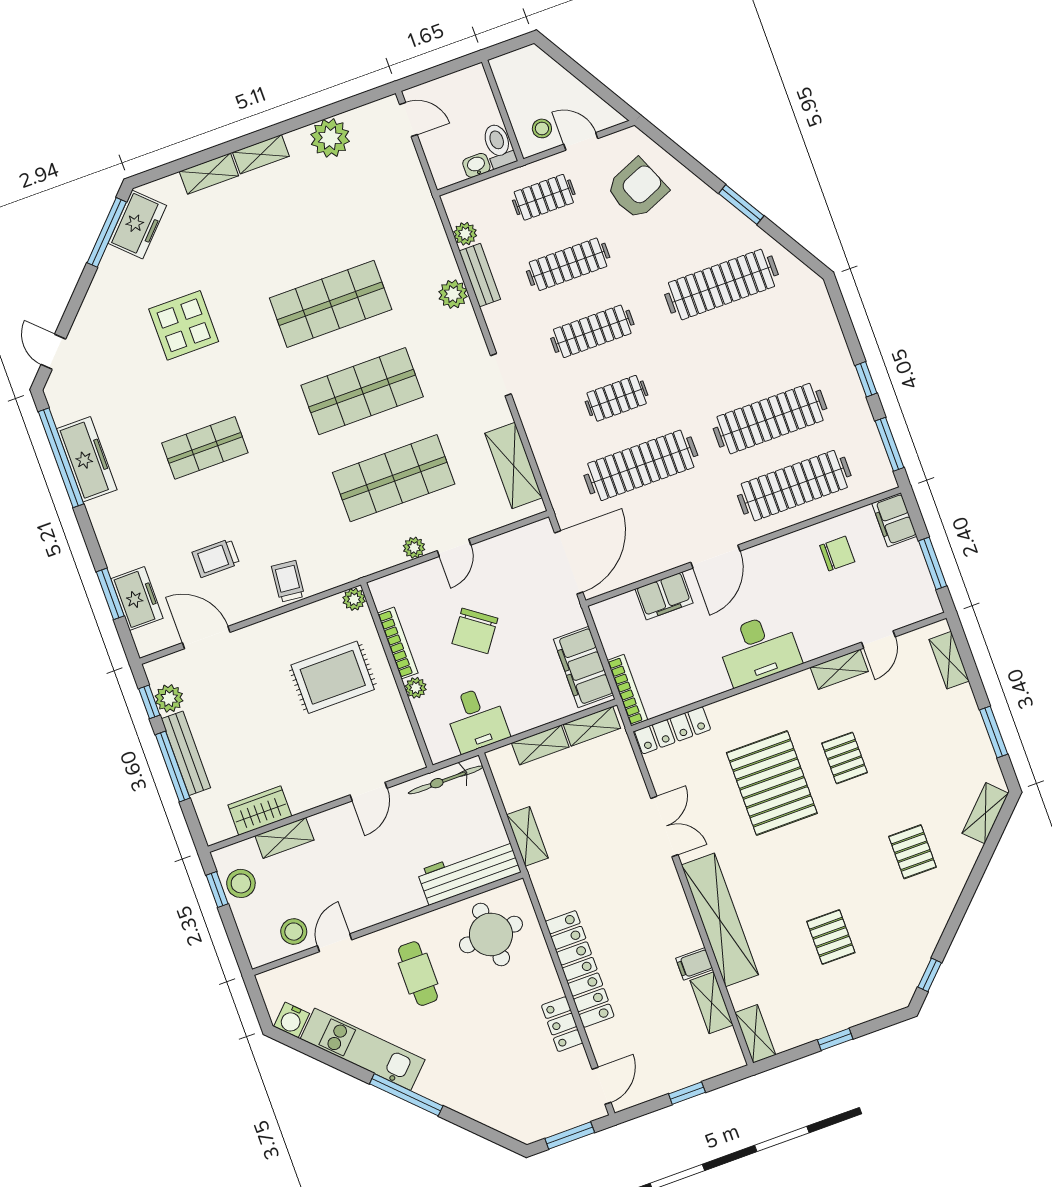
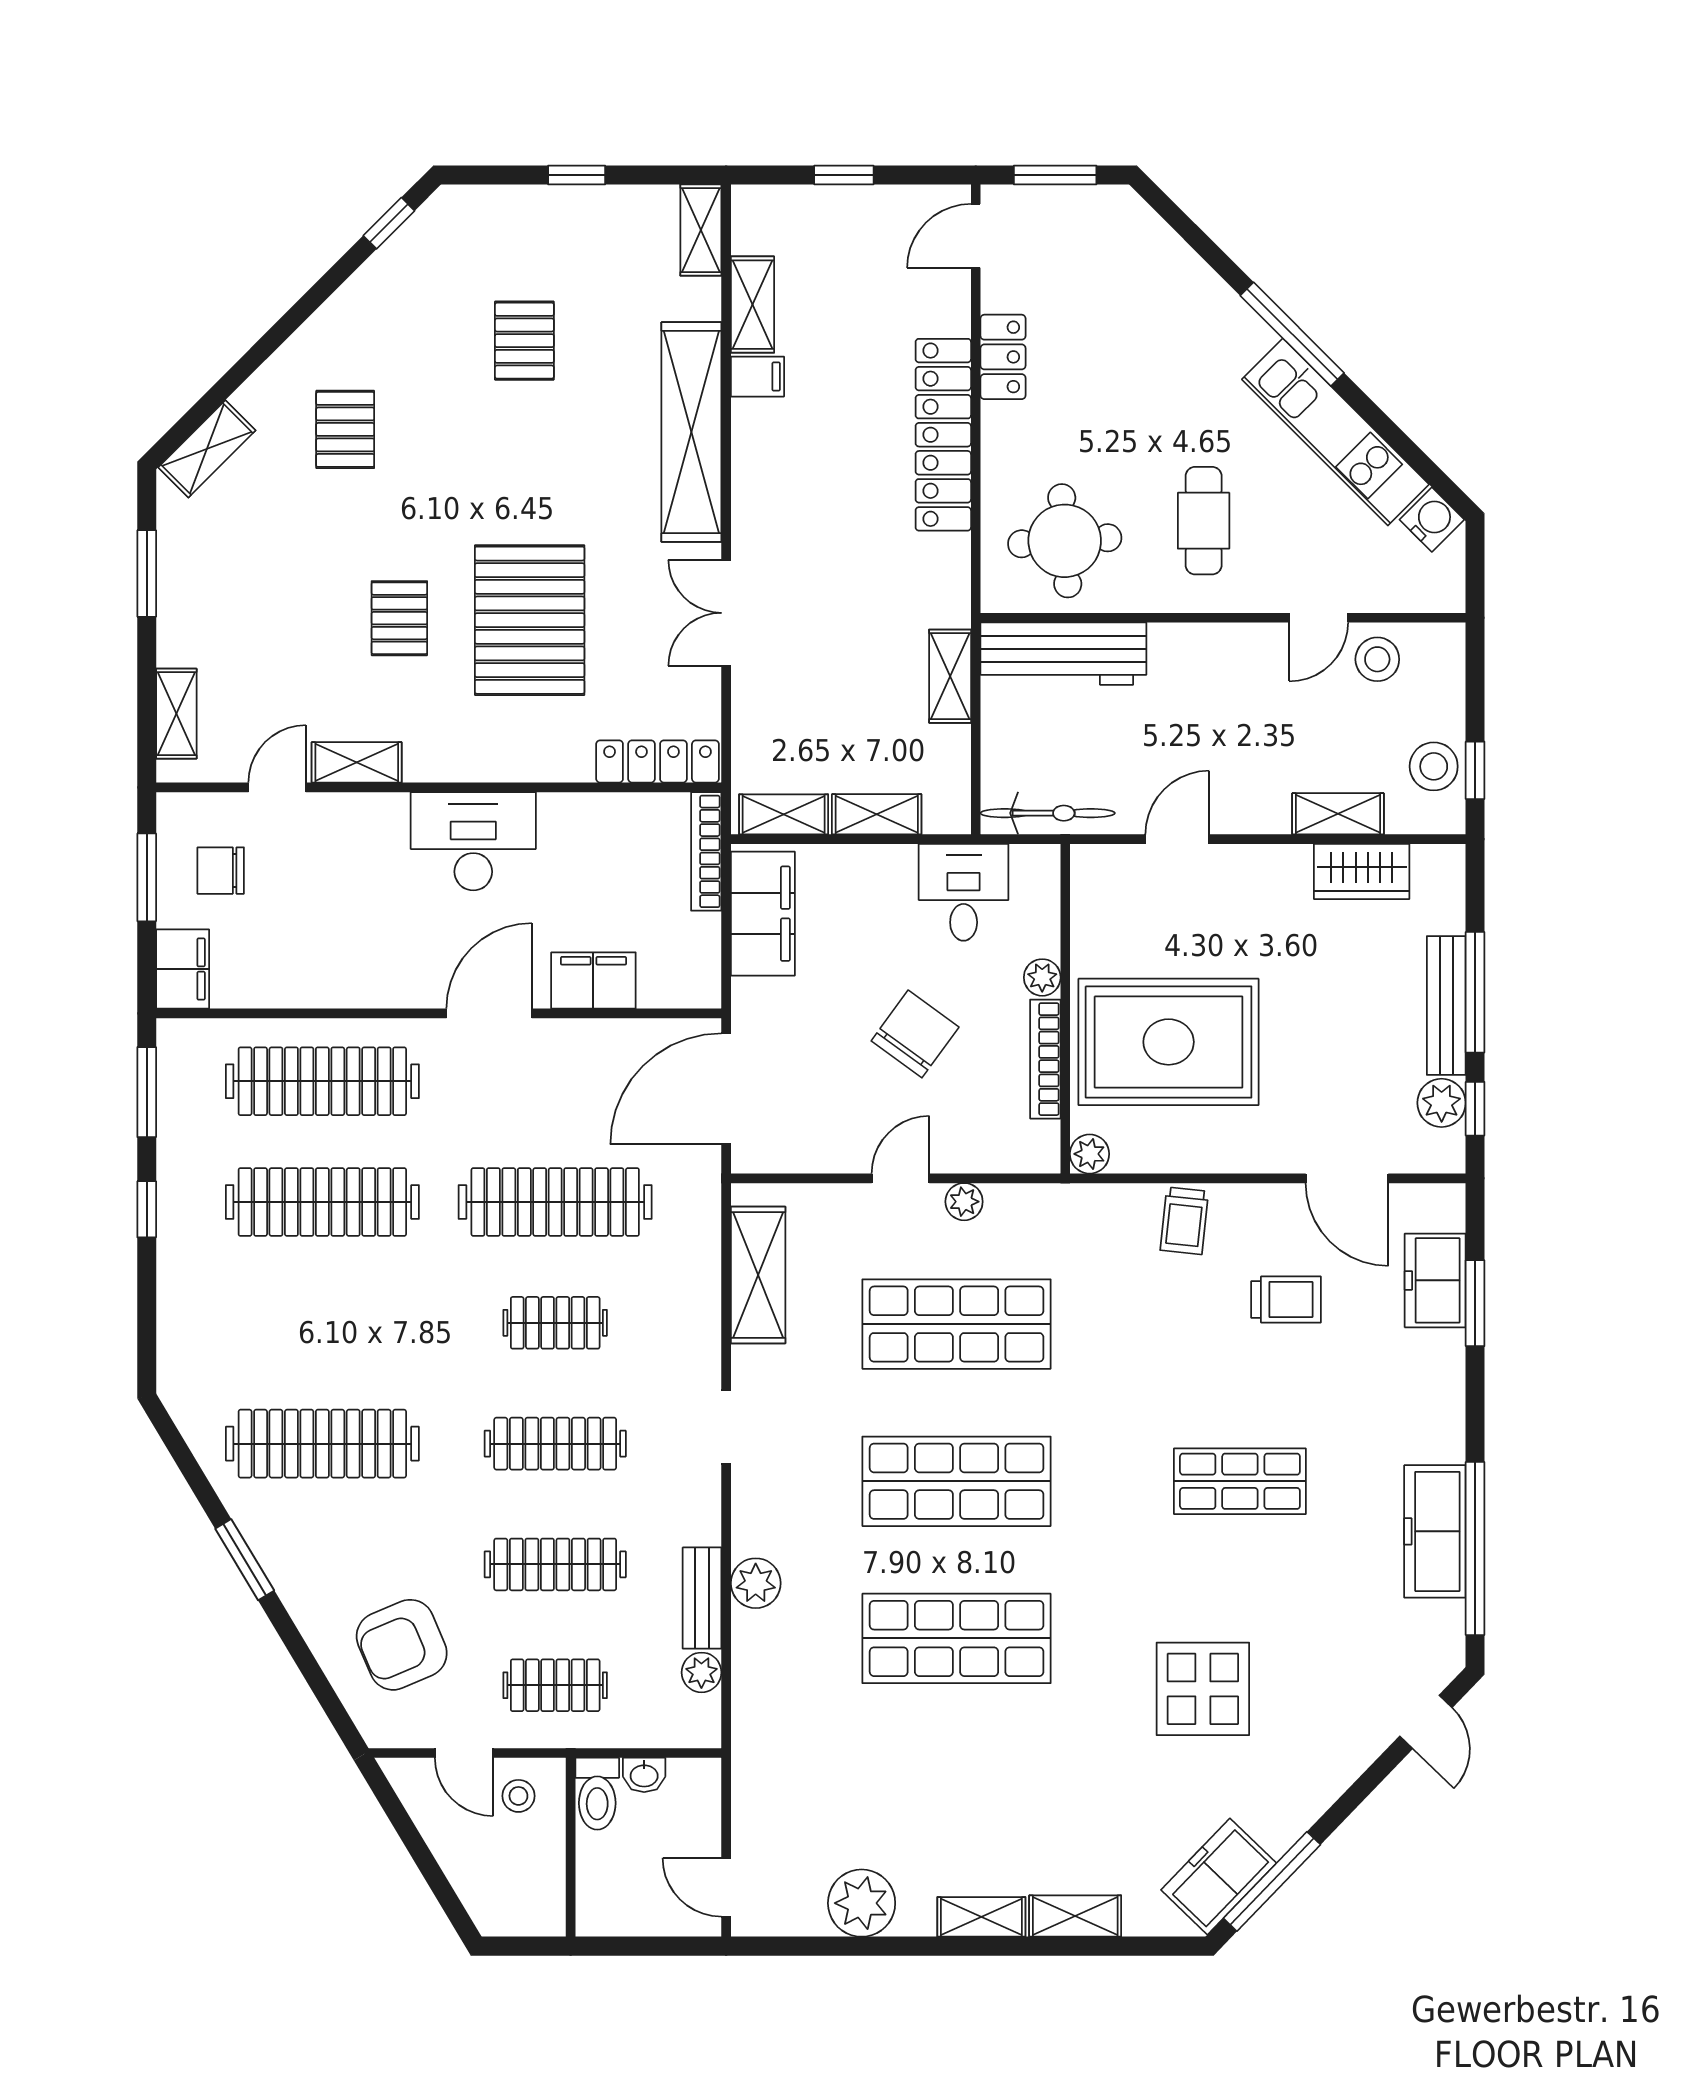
chair: (837, 554) -> (221, 871), moved
rug: (333, 677) -> (1169, 1042), width x1.37, depth x1.44

